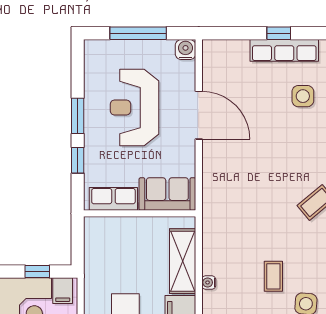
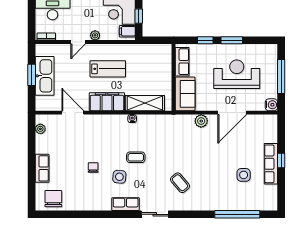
plant: (213, 167) -> (201, 121), added

